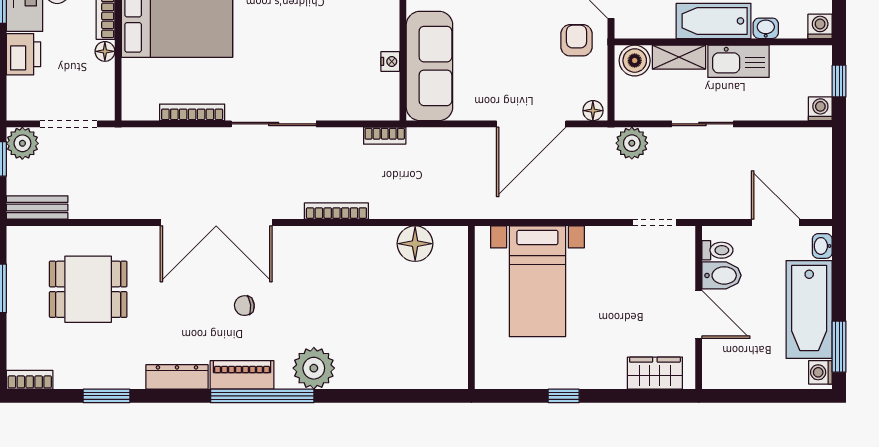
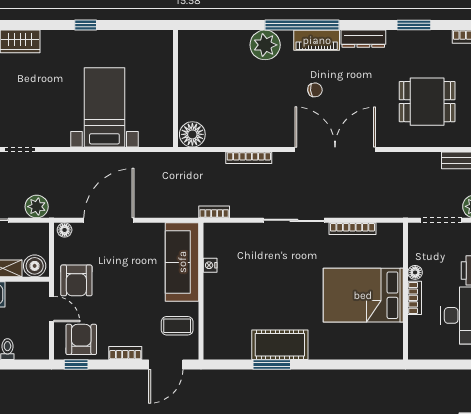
armchair: (577, 40) -> (76, 280), width x1.38, depth x1.38
wall: (471, 307) -> (175, 89), moved

